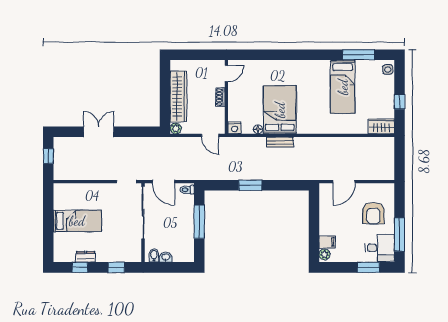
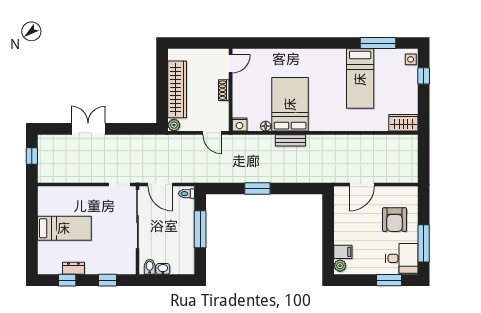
window: (399, 102) -> (424, 76), moved

